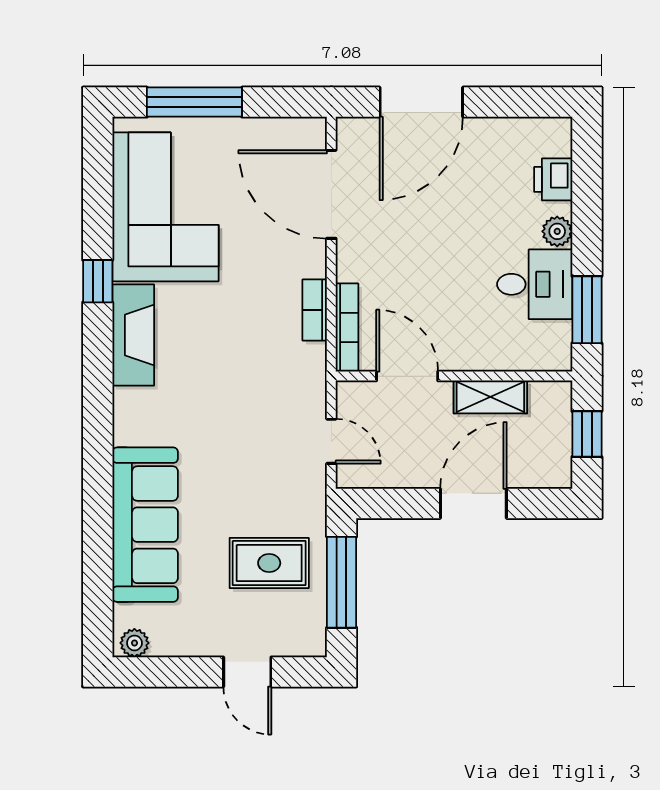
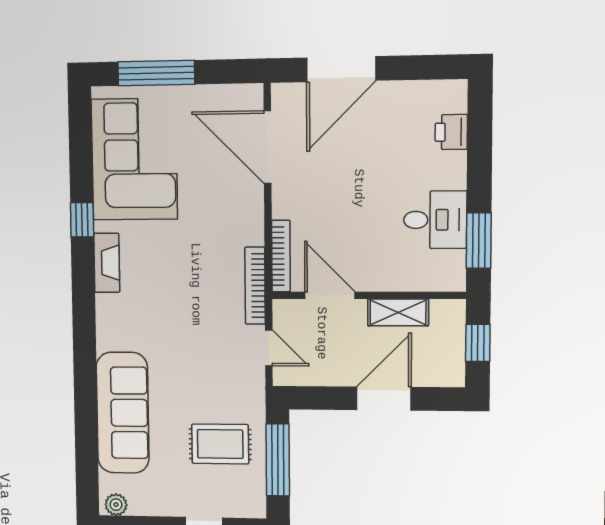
plant: (557, 231) -> (454, 176), removed
bookcase: (315, 310) -> (255, 286), moved, width x1.56
fireplace: (133, 335) -> (107, 263), width x0.73, depth x0.76

